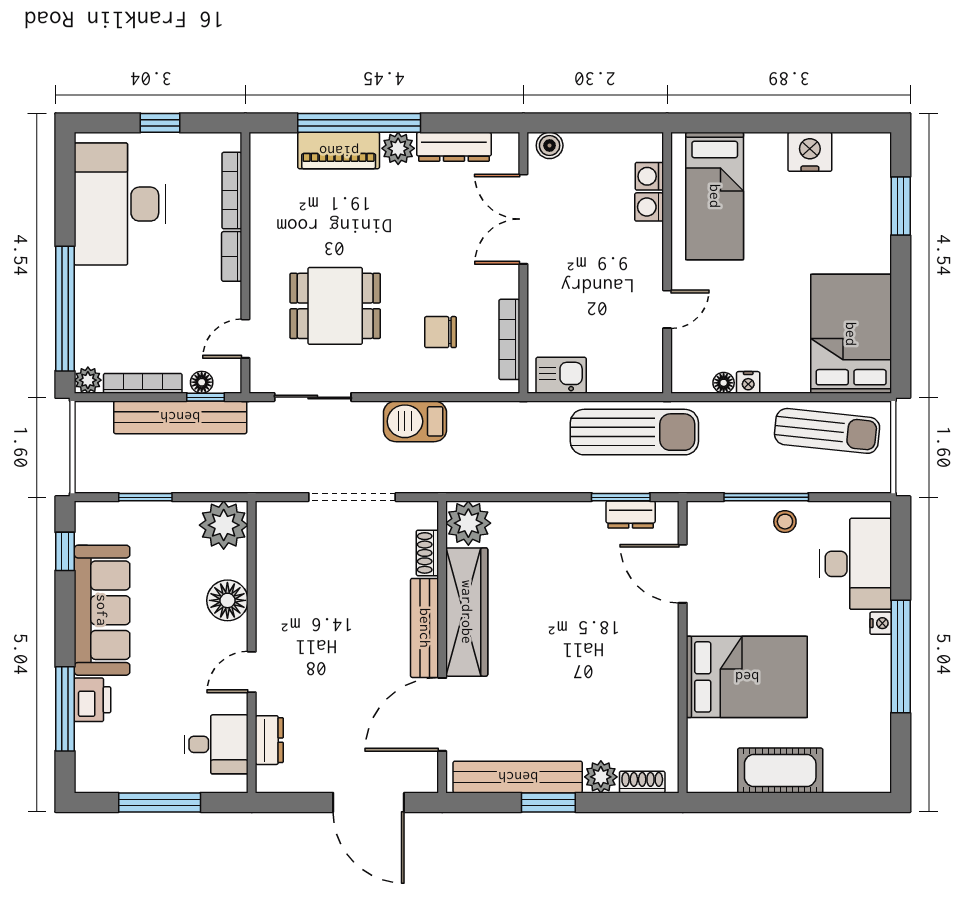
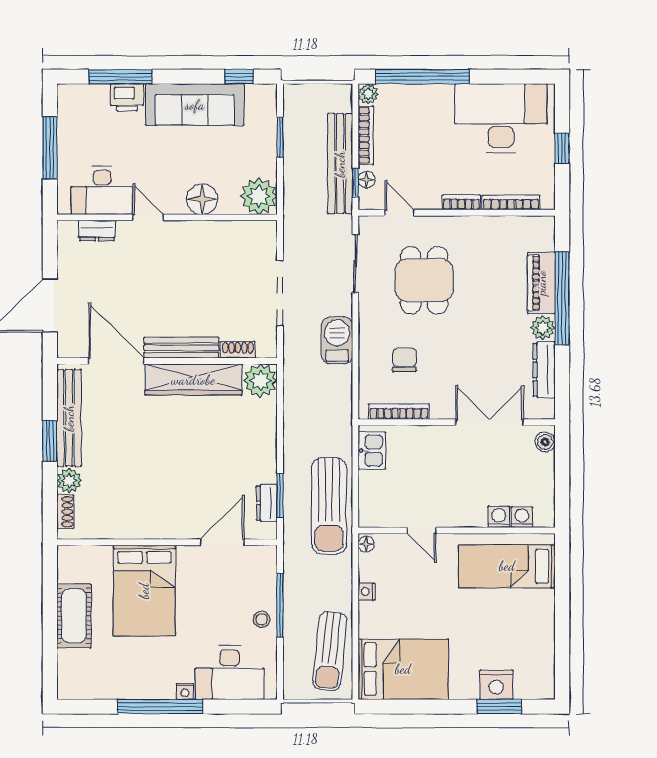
nightstand: (810, 152) -> (496, 685), moved, turned 90
floor lamp: (724, 383) -> (366, 544), moved
desk: (216, 744) -> (102, 190), width x1.37

